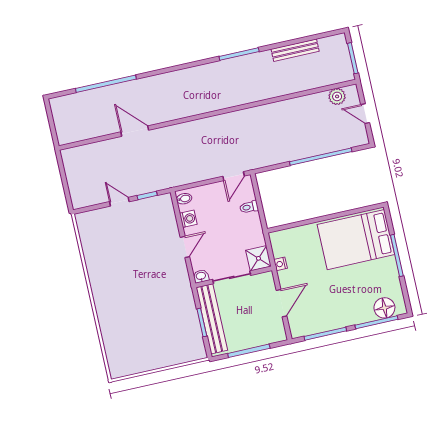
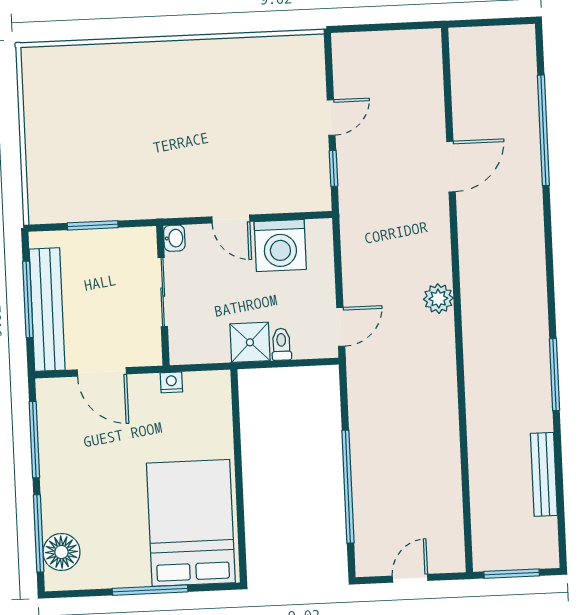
plant: (337, 96) -> (438, 299), moved
door: (234, 176) -> (341, 327), swing flipped
bidet: (184, 199) -> (316, 232), removed
washing machine: (188, 219) -> (280, 245), width x1.89, depth x1.89
shower: (258, 258) -> (250, 342), moved
bench: (212, 319) -> (47, 310), moved, turned 90

